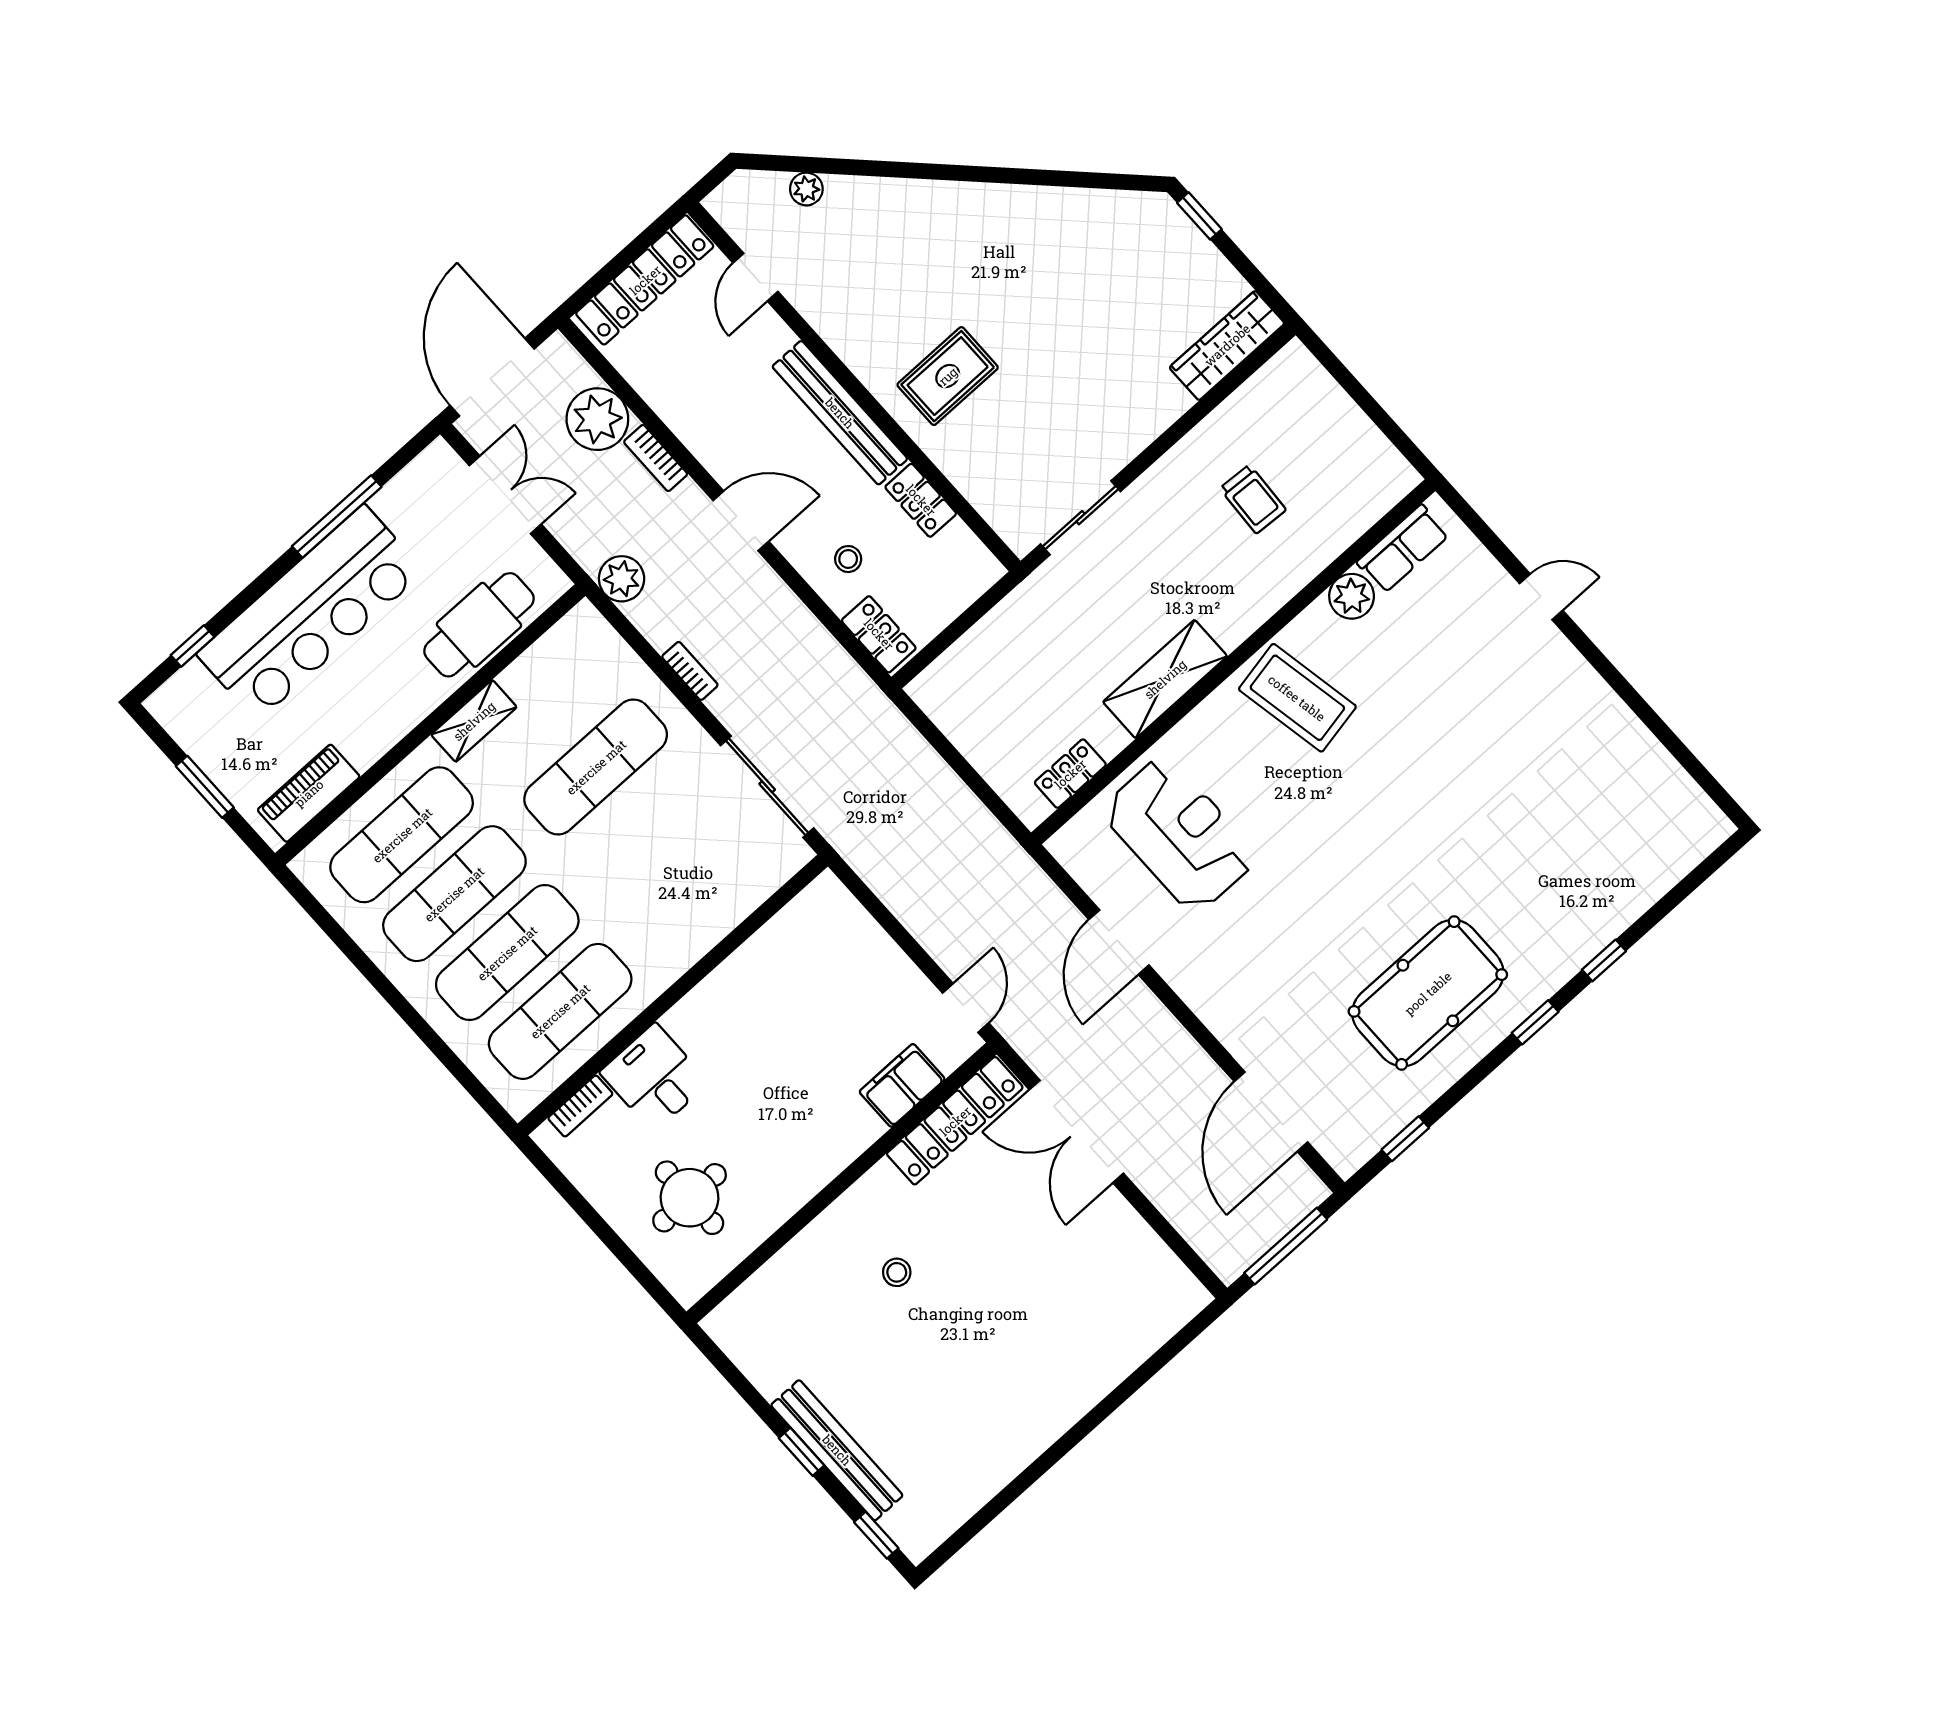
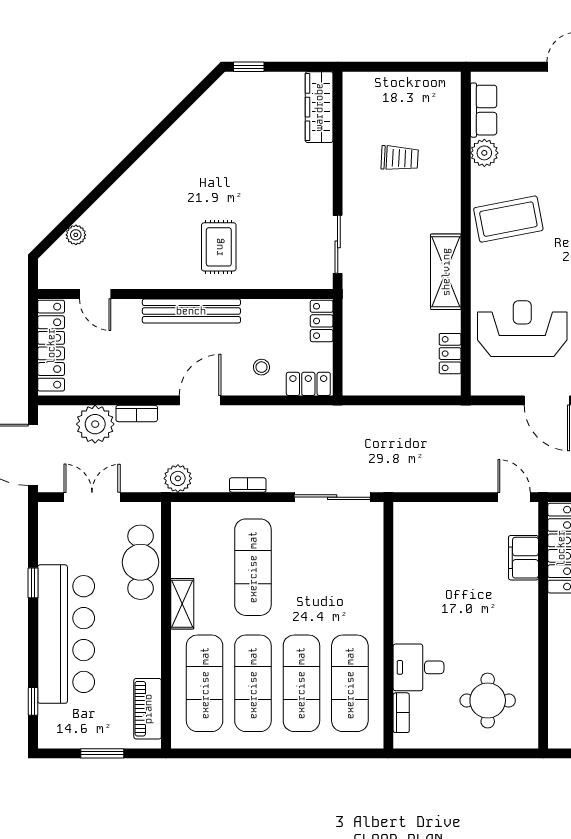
locker: (921, 500) -> (322, 321), moved, turned 90
window: (337, 517) -> (33, 583), width x0.46

